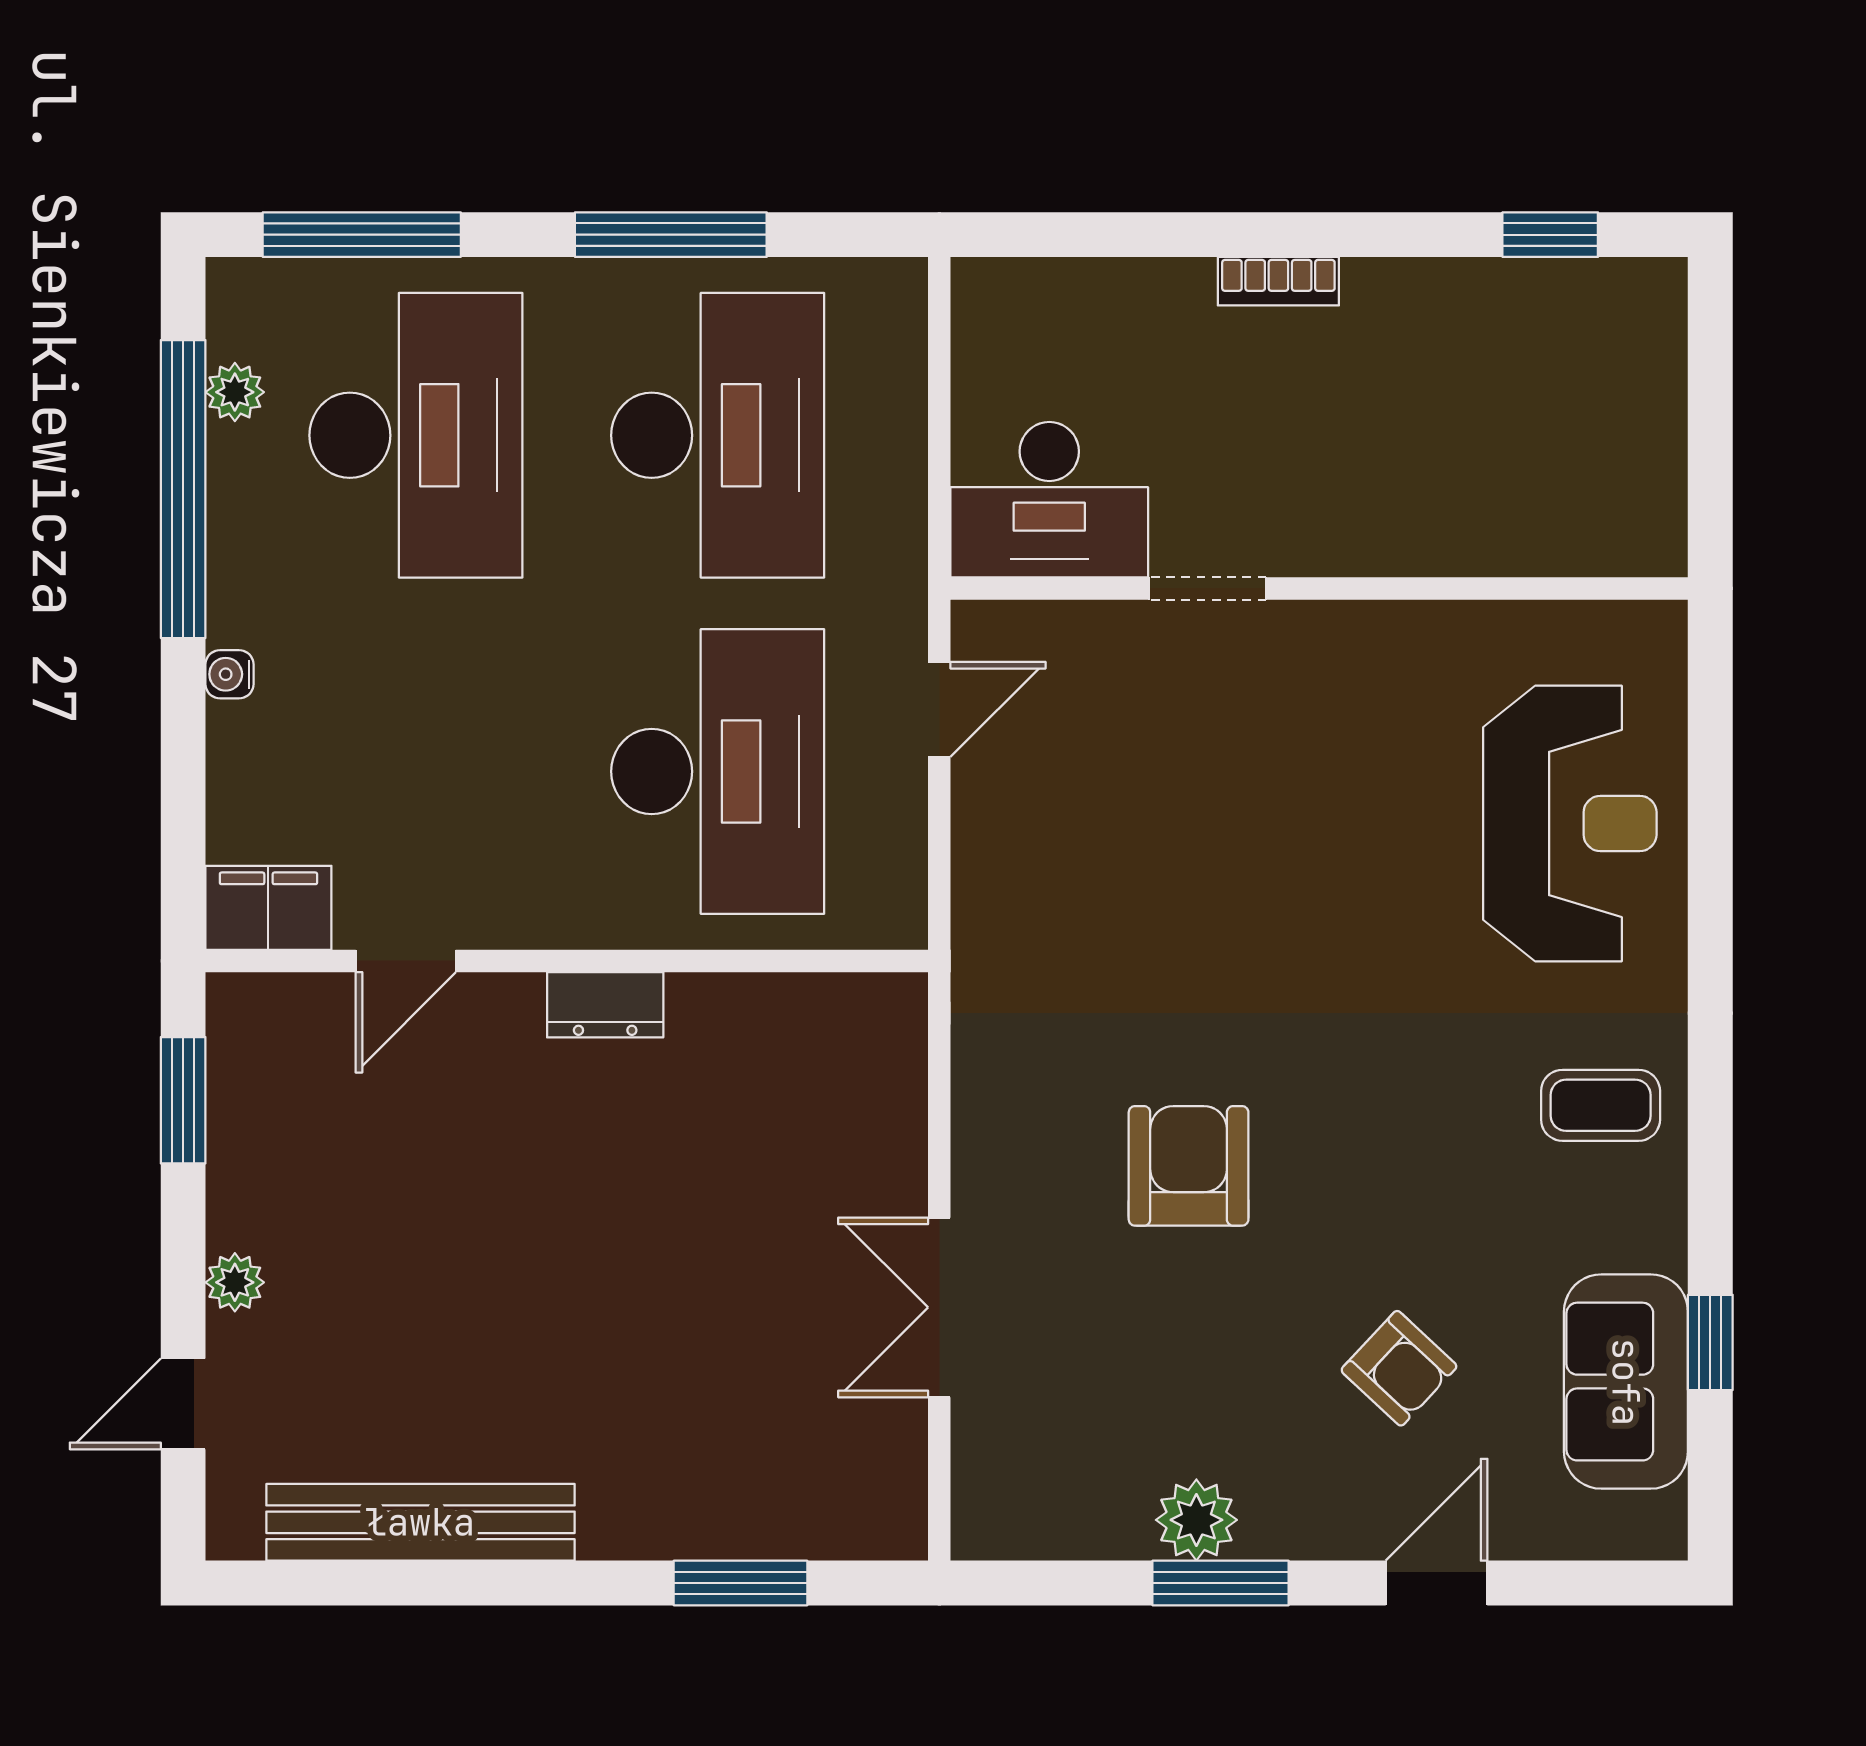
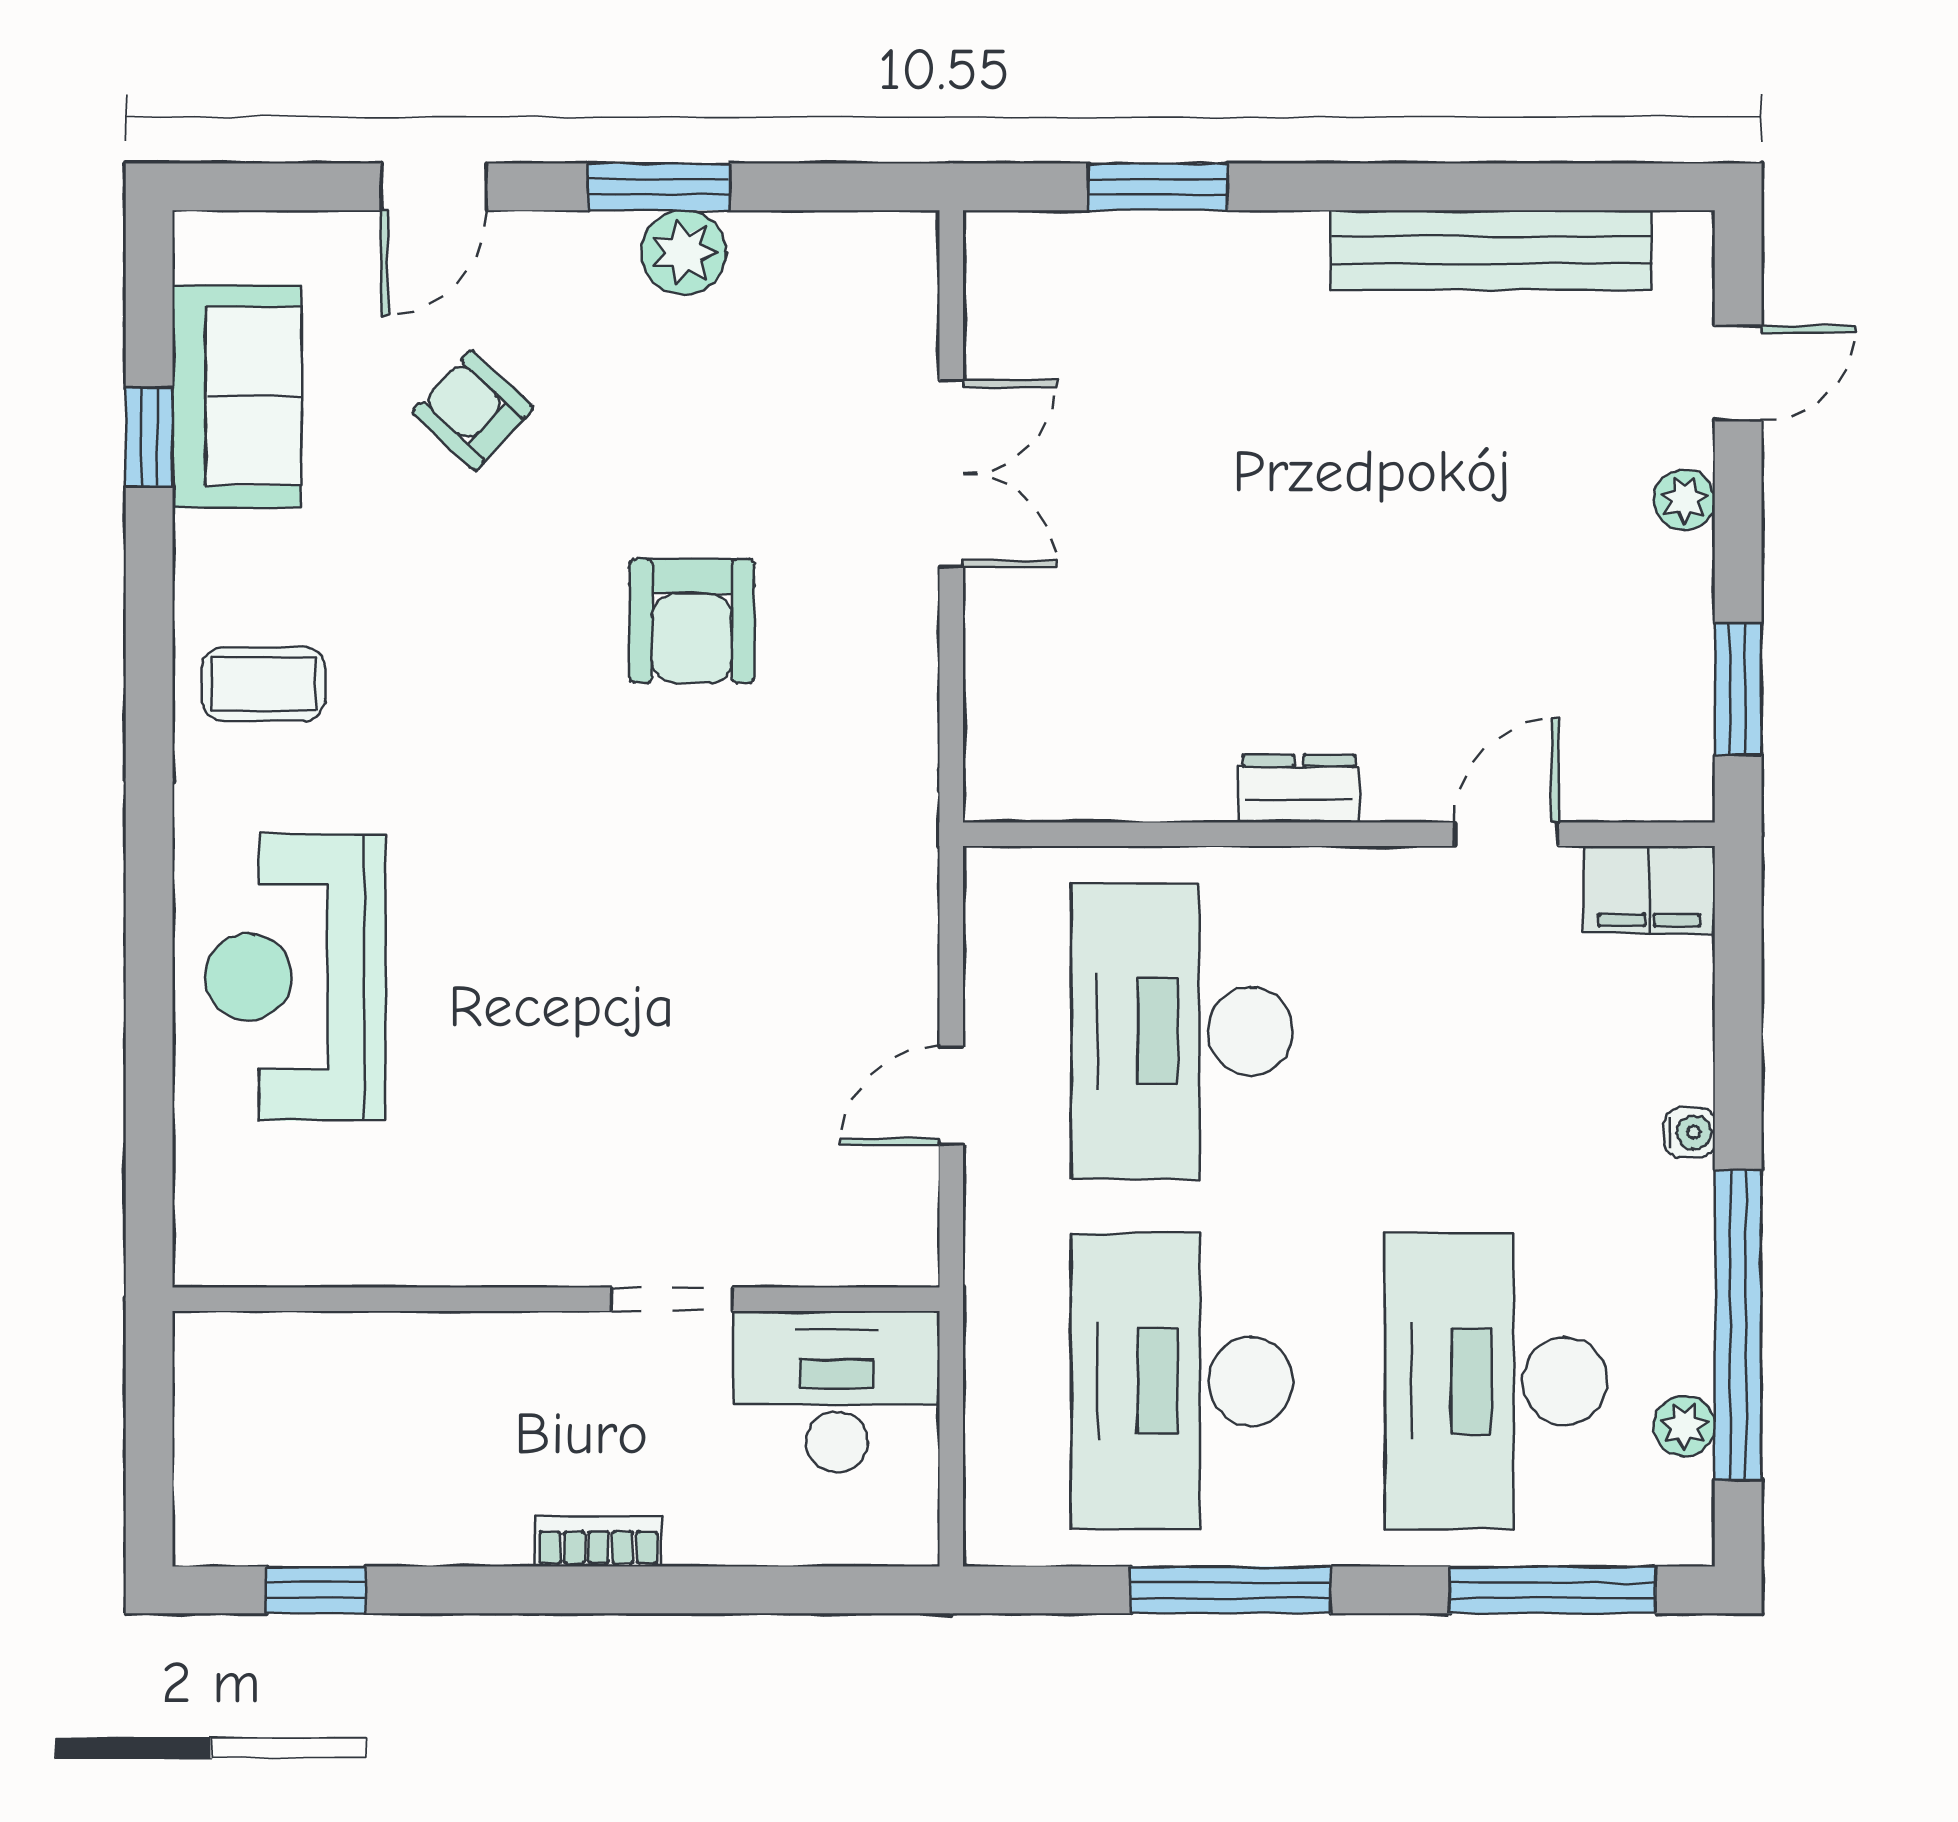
desk: (1049, 500) -> (837, 1392), moved
doorway: (1208, 588) -> (672, 1299), moved
wall: (1319, 588) -> (556, 1299), moved

